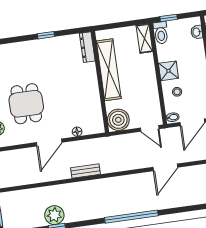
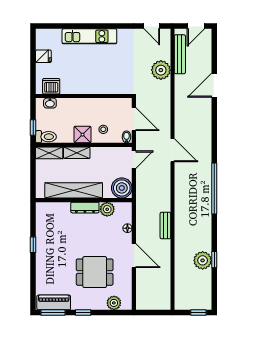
dresser: (87, 47) -> (85, 208), moved
shelving: (149, 67) -> (77, 153), added
plant: (94, 108) -> (107, 209), added

